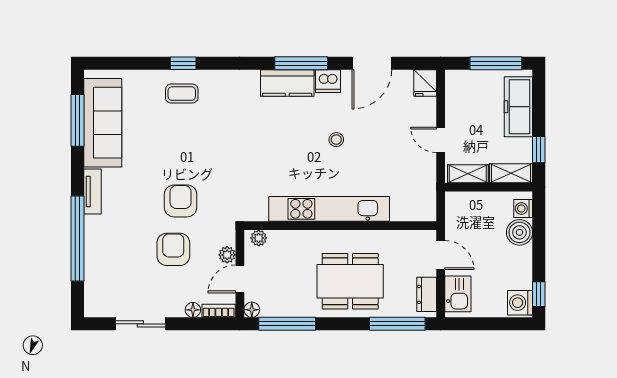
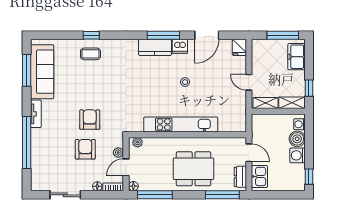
freezer: (518, 107) -> (296, 57), width x0.71
washing machine: (520, 303) -> (298, 155), moved

